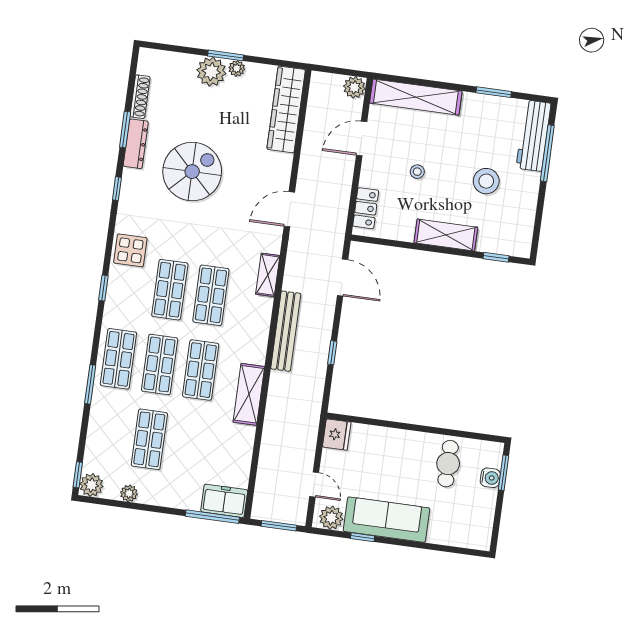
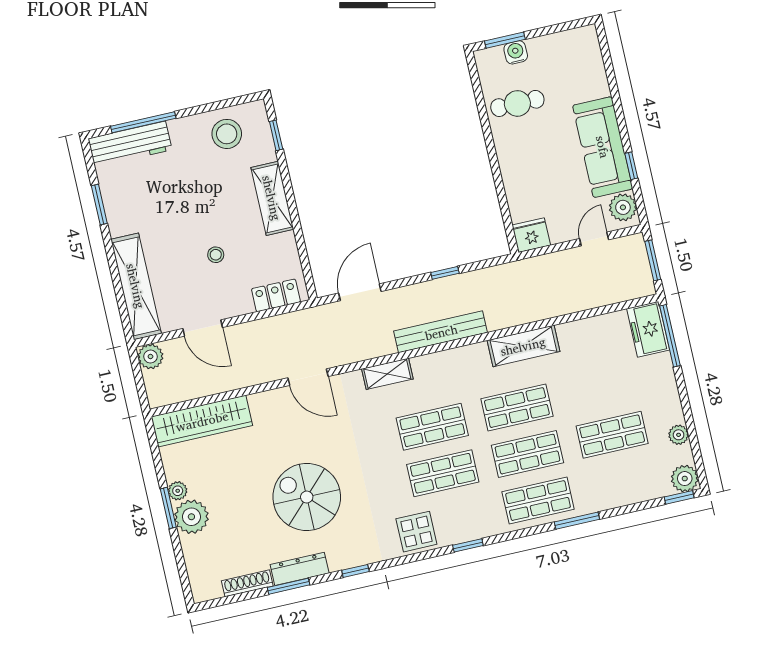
stool: (486, 181) -> (227, 134), moved

